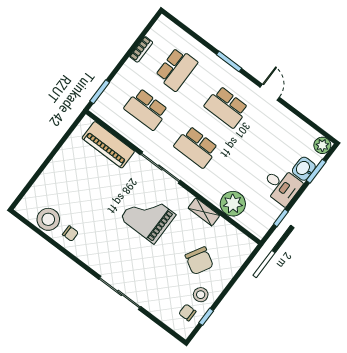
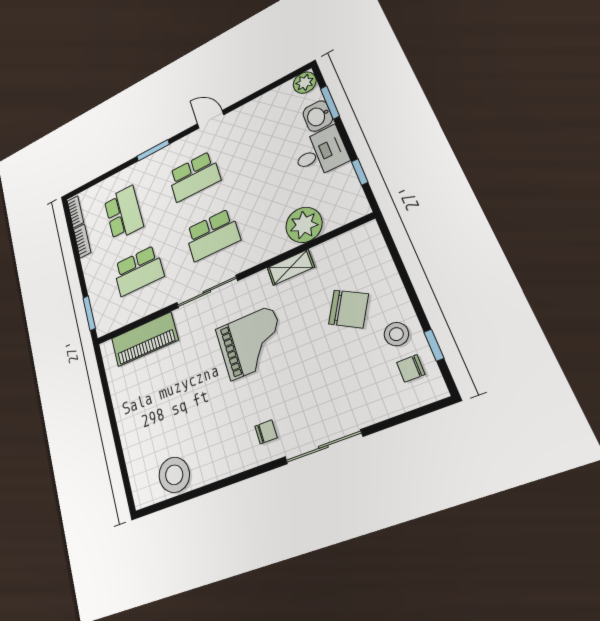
bookcase: (157, 28) -> (75, 212), added
grand piano: (148, 217) -> (252, 343), turned 180
chair: (70, 234) -> (266, 432), moved

